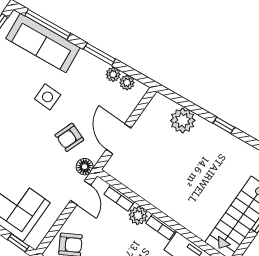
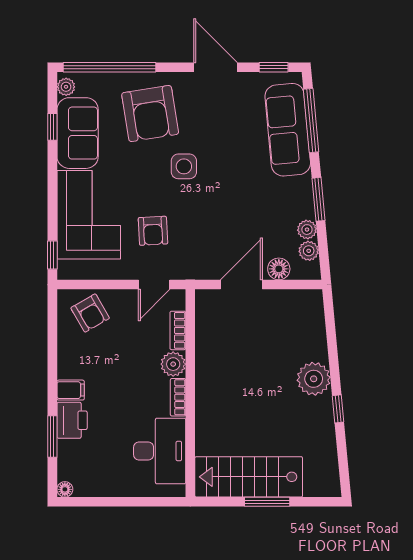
side table: (48, 97) -> (184, 166), moved
plant: (183, 120) -> (314, 379), moved
window: (224, 125) -> (338, 409), moved
armchair: (69, 137) -> (153, 231), moved, turned -113
floor lamp: (85, 167) -> (279, 269), moved

